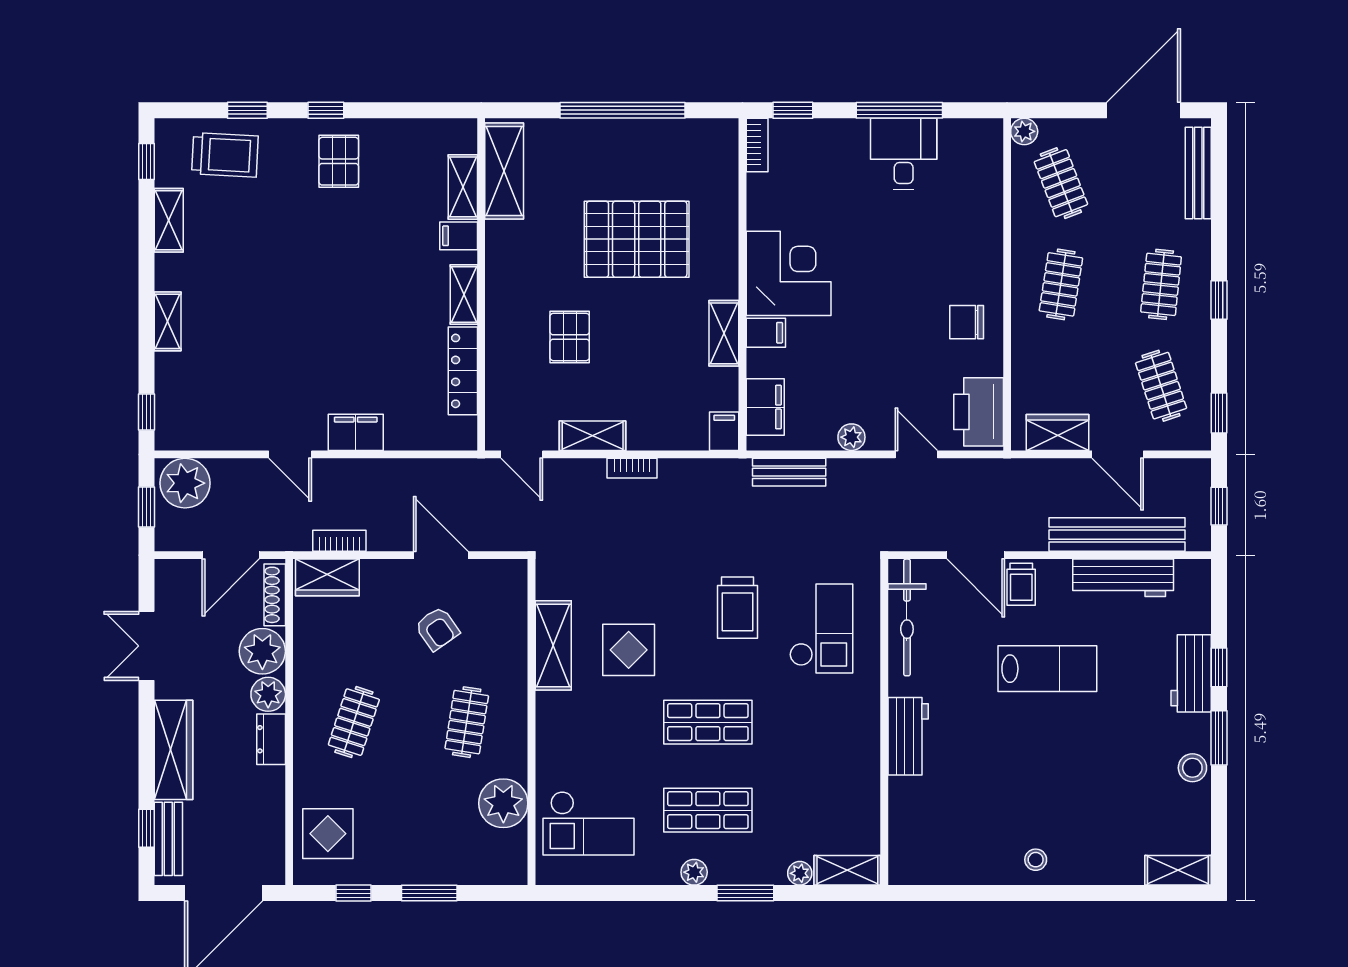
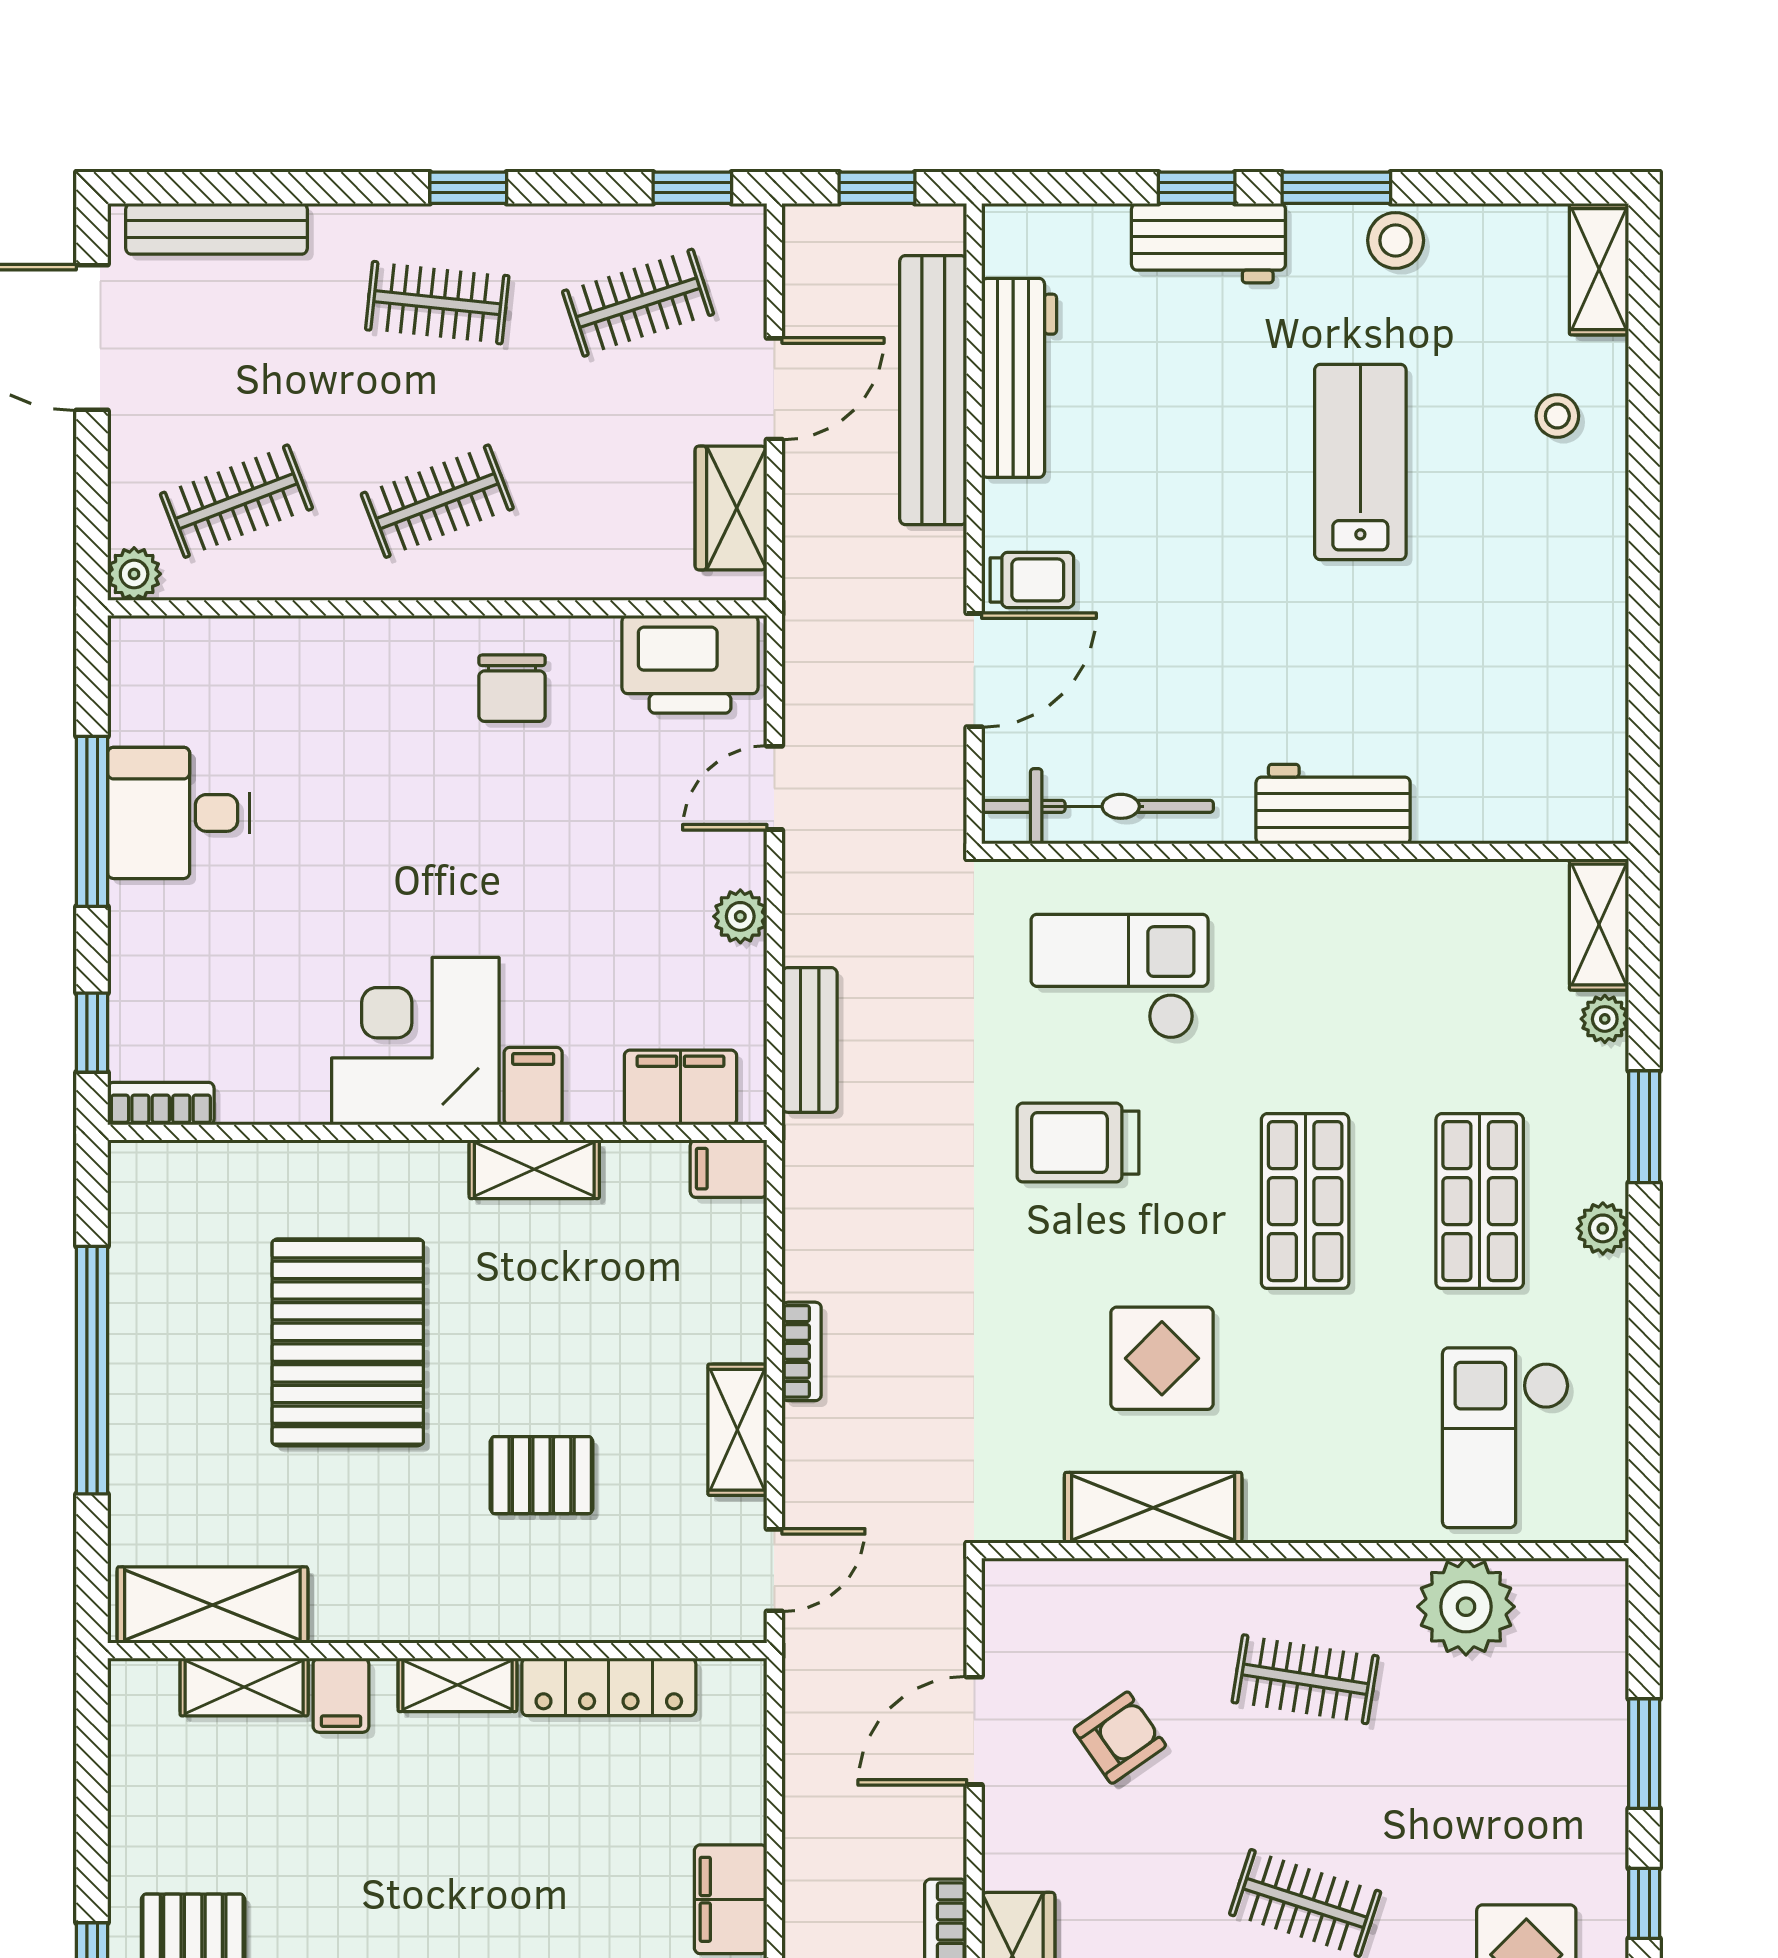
clothes rail: (1061, 284) -> (437, 501), turned -30
trolley: (737, 608) -> (1078, 1143), turned 180
lab bench: (1047, 669) -> (1360, 462), moved
checkout: (589, 823) -> (1506, 1438), turned 180
stool: (1036, 860) -> (1557, 416), moved

